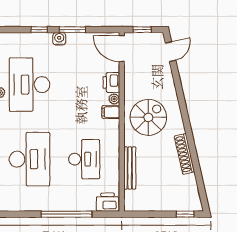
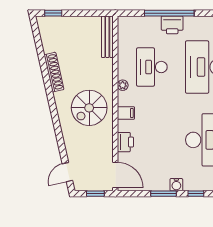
plant: (114, 99) -> (123, 85), moved
bench: (130, 168) -> (107, 37), moved
printer: (108, 202) -> (172, 25), moved

